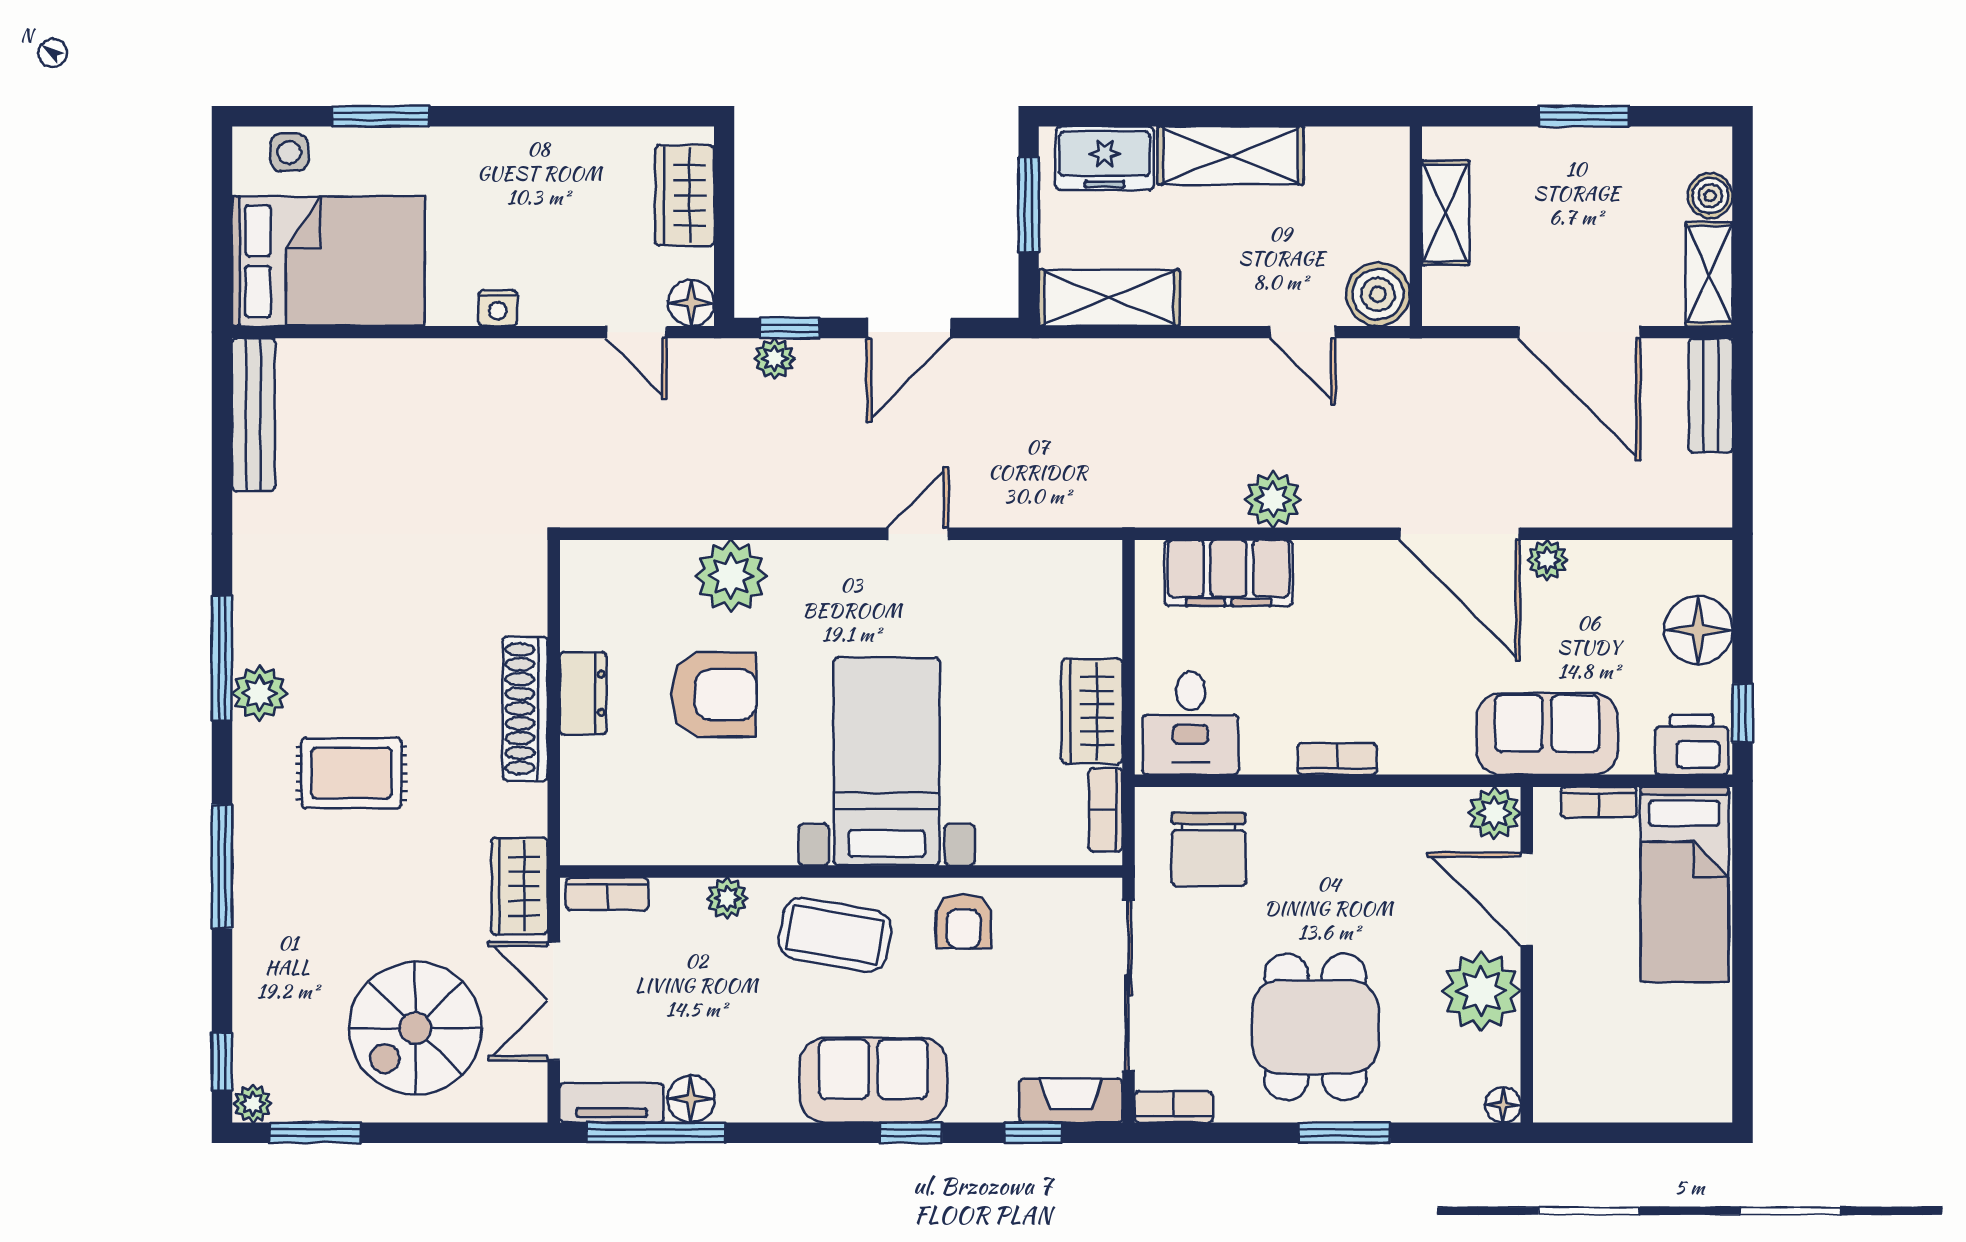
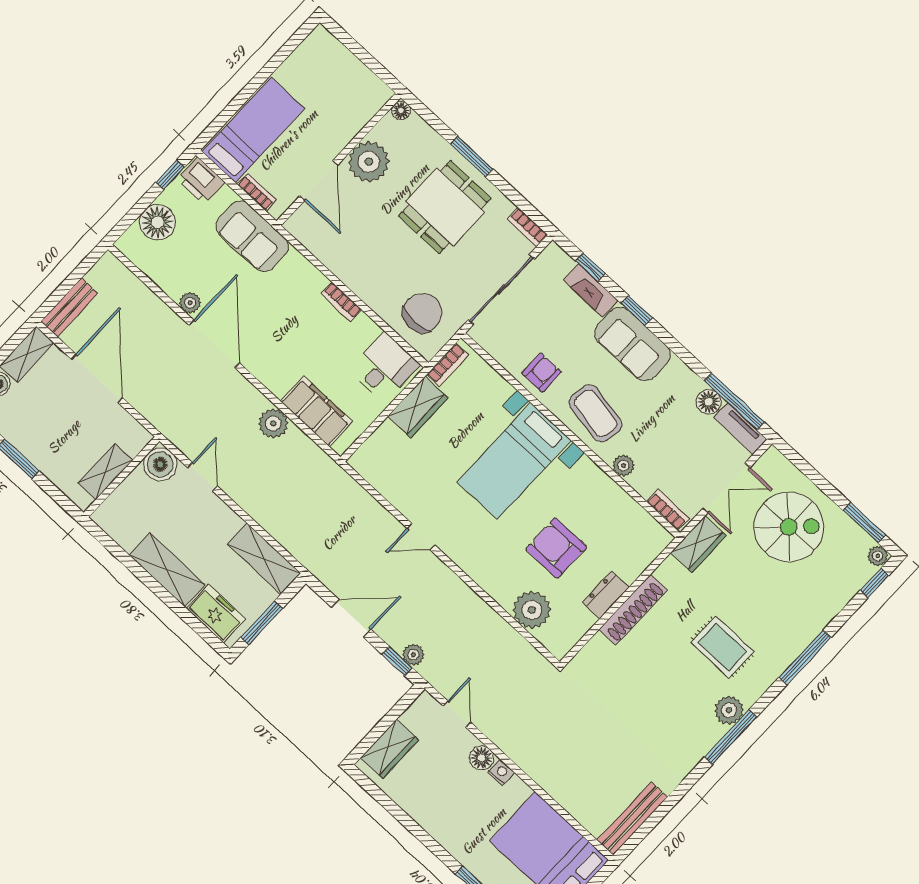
floor lamp: (691, 303) -> (482, 758), moved
plant: (731, 576) -> (532, 610), moved
plant: (1494, 813) -> (300, 225), removed
fireplace: (1071, 1101) -> (591, 290), moved

